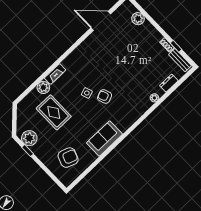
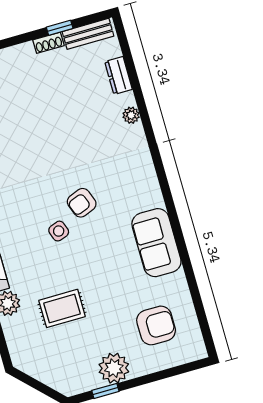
rug: (54, 112) -> (62, 308), width x0.73, depth x0.70
plant: (29, 138) -> (114, 368), moved
armchair: (68, 158) -> (156, 325), turned 70

